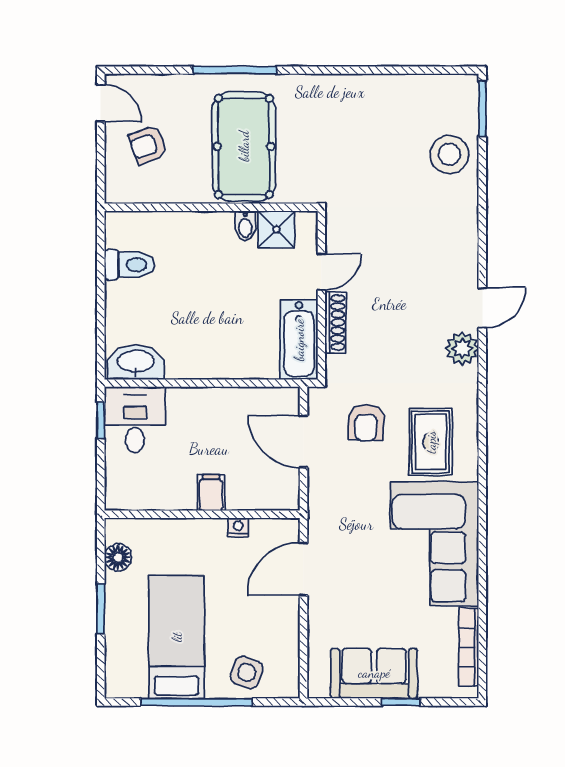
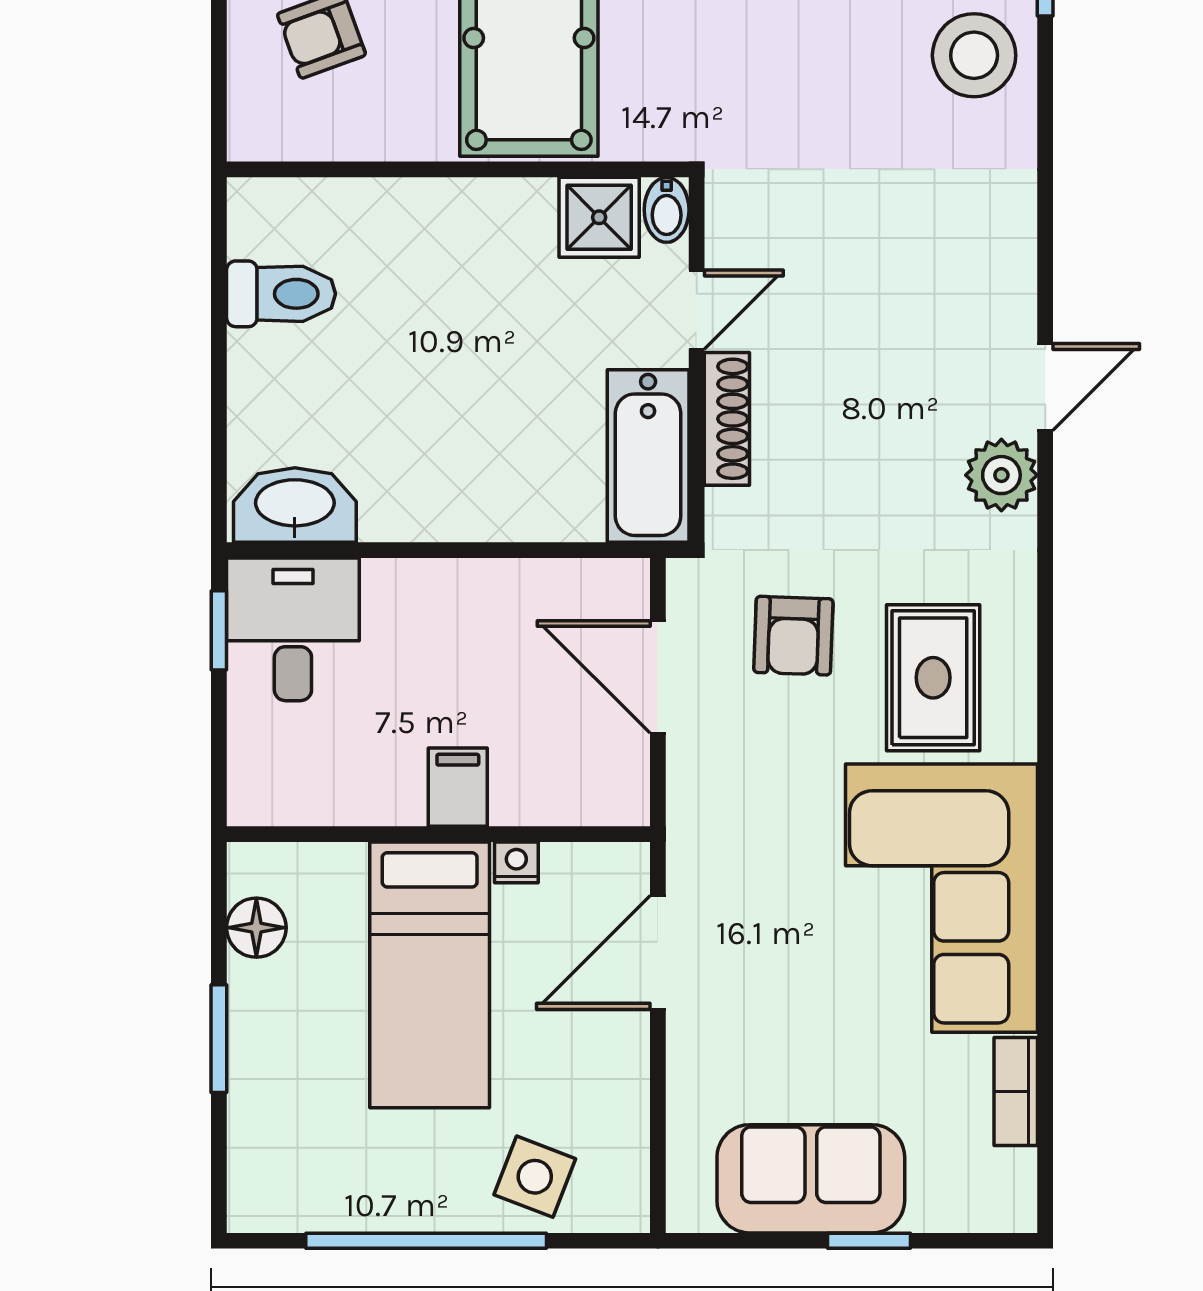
bidet: (245, 226) -> (667, 210), moved
bed: (177, 637) -> (430, 975), moved, turned 180
bookcase: (469, 647) -> (1016, 1092), width x0.64

